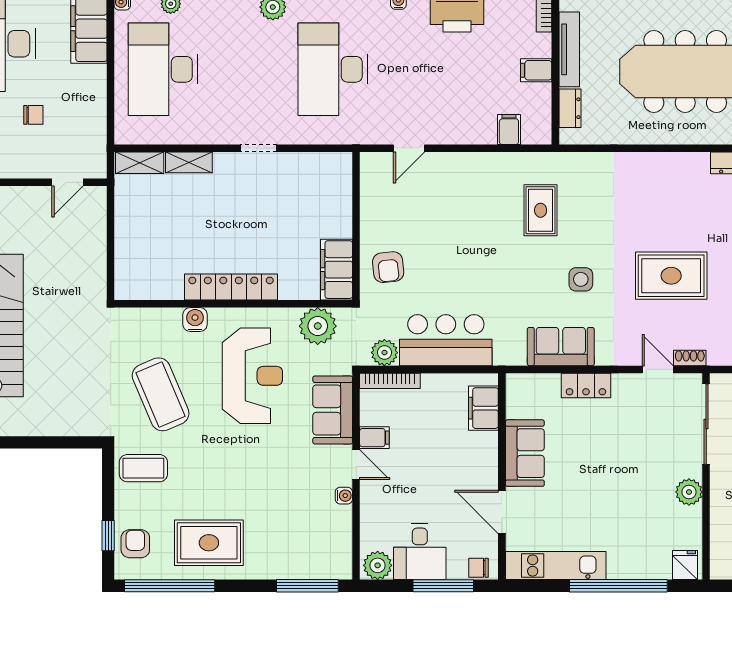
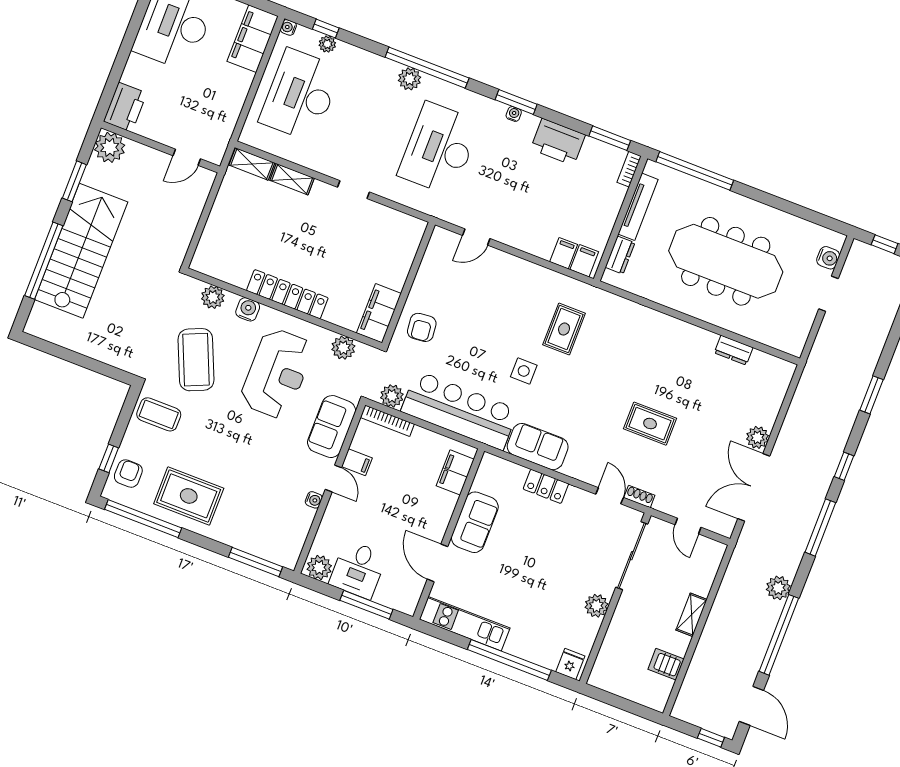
filing cabinet: (536, 70) -> (584, 261), moved, turned 90
chair: (33, 115) -> (180, 91), removed
rug: (671, 276) -> (650, 424), width x0.73, depth x0.70
side table: (581, 279) -> (524, 371), moved
plant: (153, 321) -> (213, 297), added
plant: (318, 326) -> (343, 348), width x0.73, depth x0.73
bar counter: (446, 340) -> (460, 410), width x1.36
chair: (478, 568) -> (401, 601), removed

